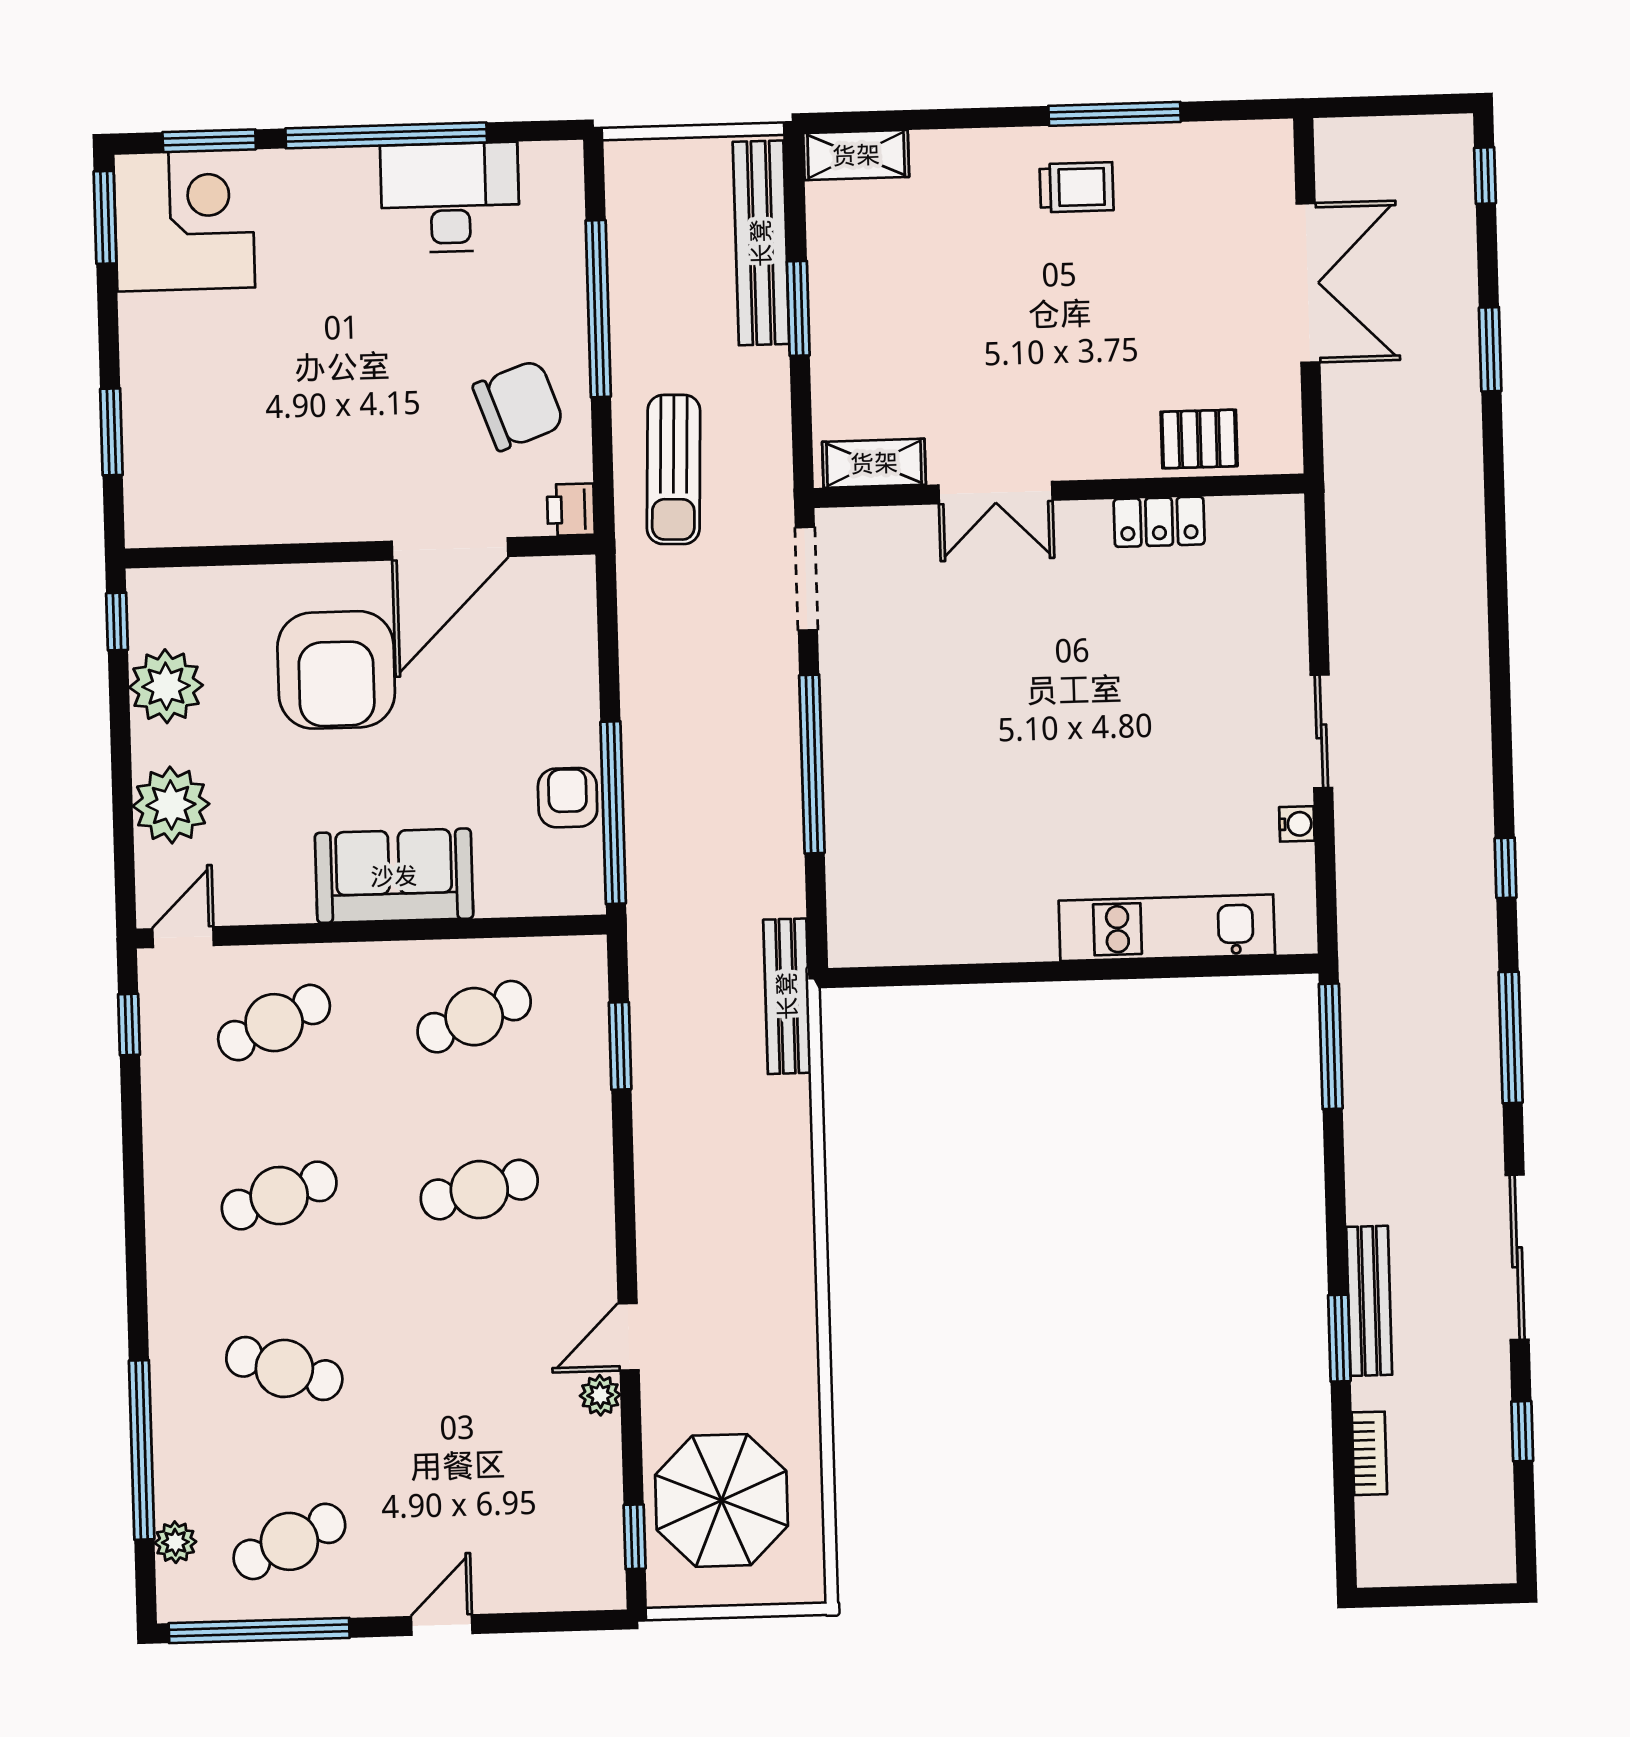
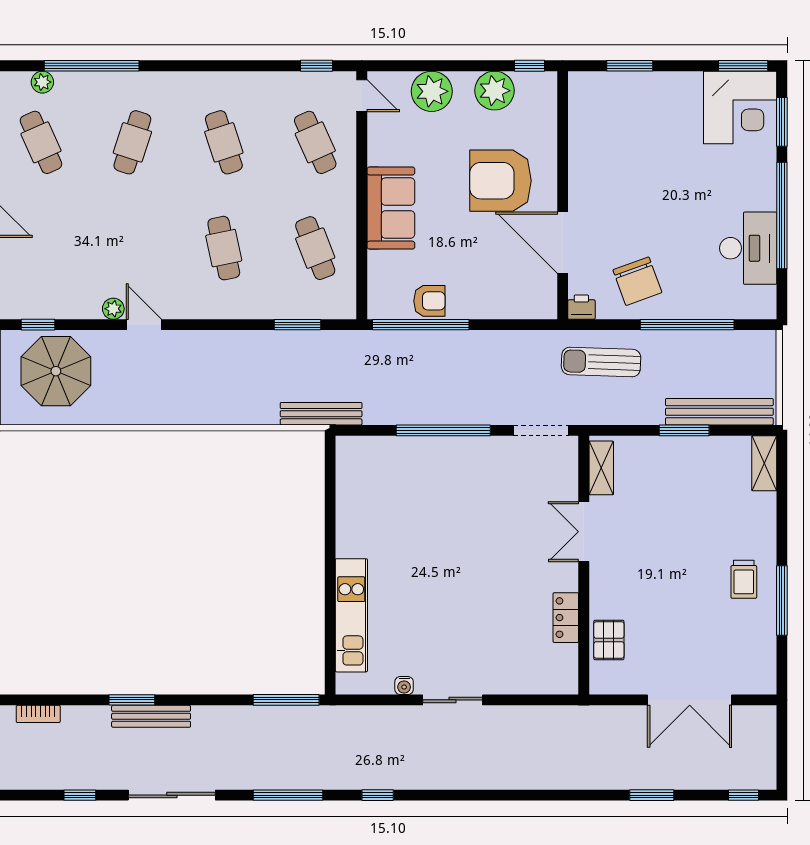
bookcase: (1369, 1453) -> (38, 714), moved

